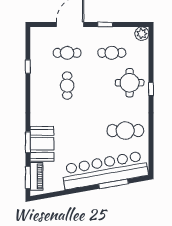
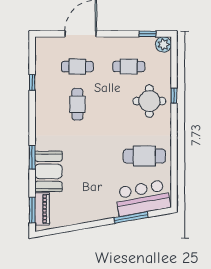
window: (105, 24) -> (147, 34), moved
window: (151, 89) -> (174, 96), moved
window: (28, 142) -> (32, 157), moved
bar counter: (105, 170) -> (143, 198), width x0.54

